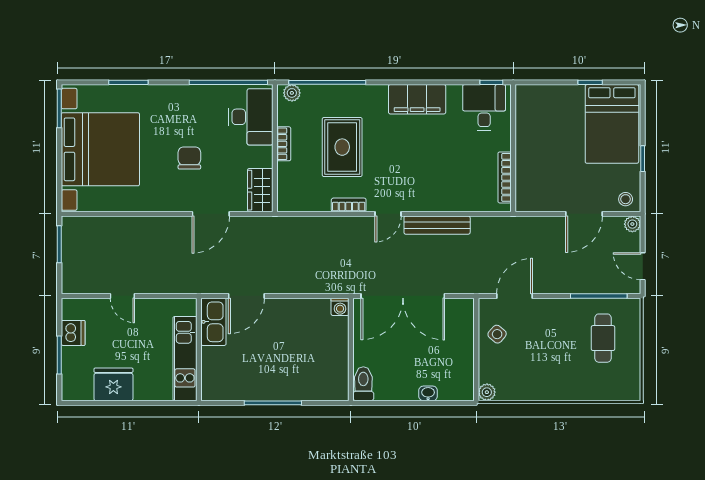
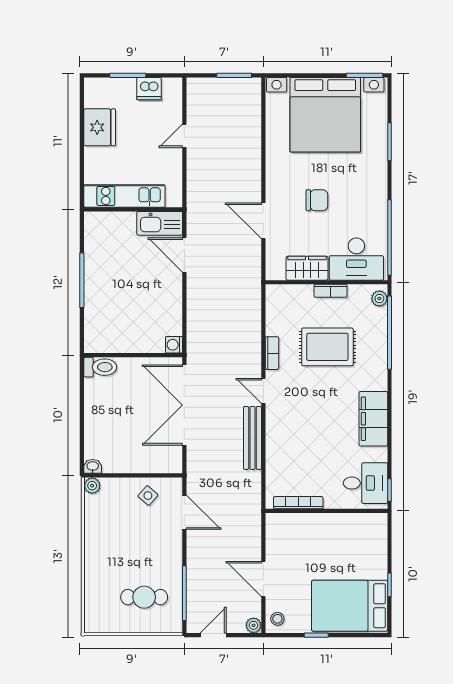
wardrobe: (260, 190) -> (307, 268), moved
washbasin: (428, 393) -> (93, 466), moved, turned -90

